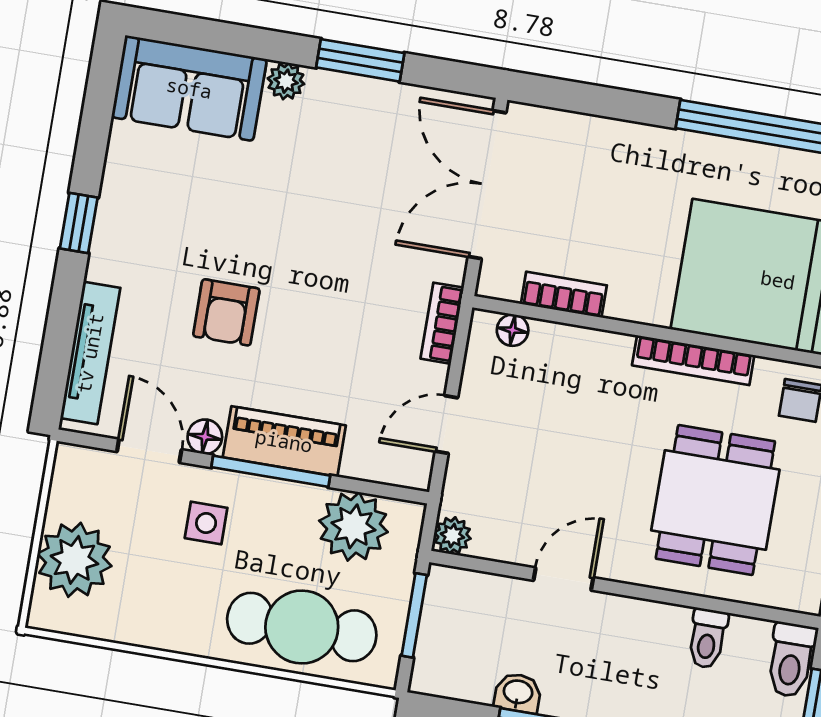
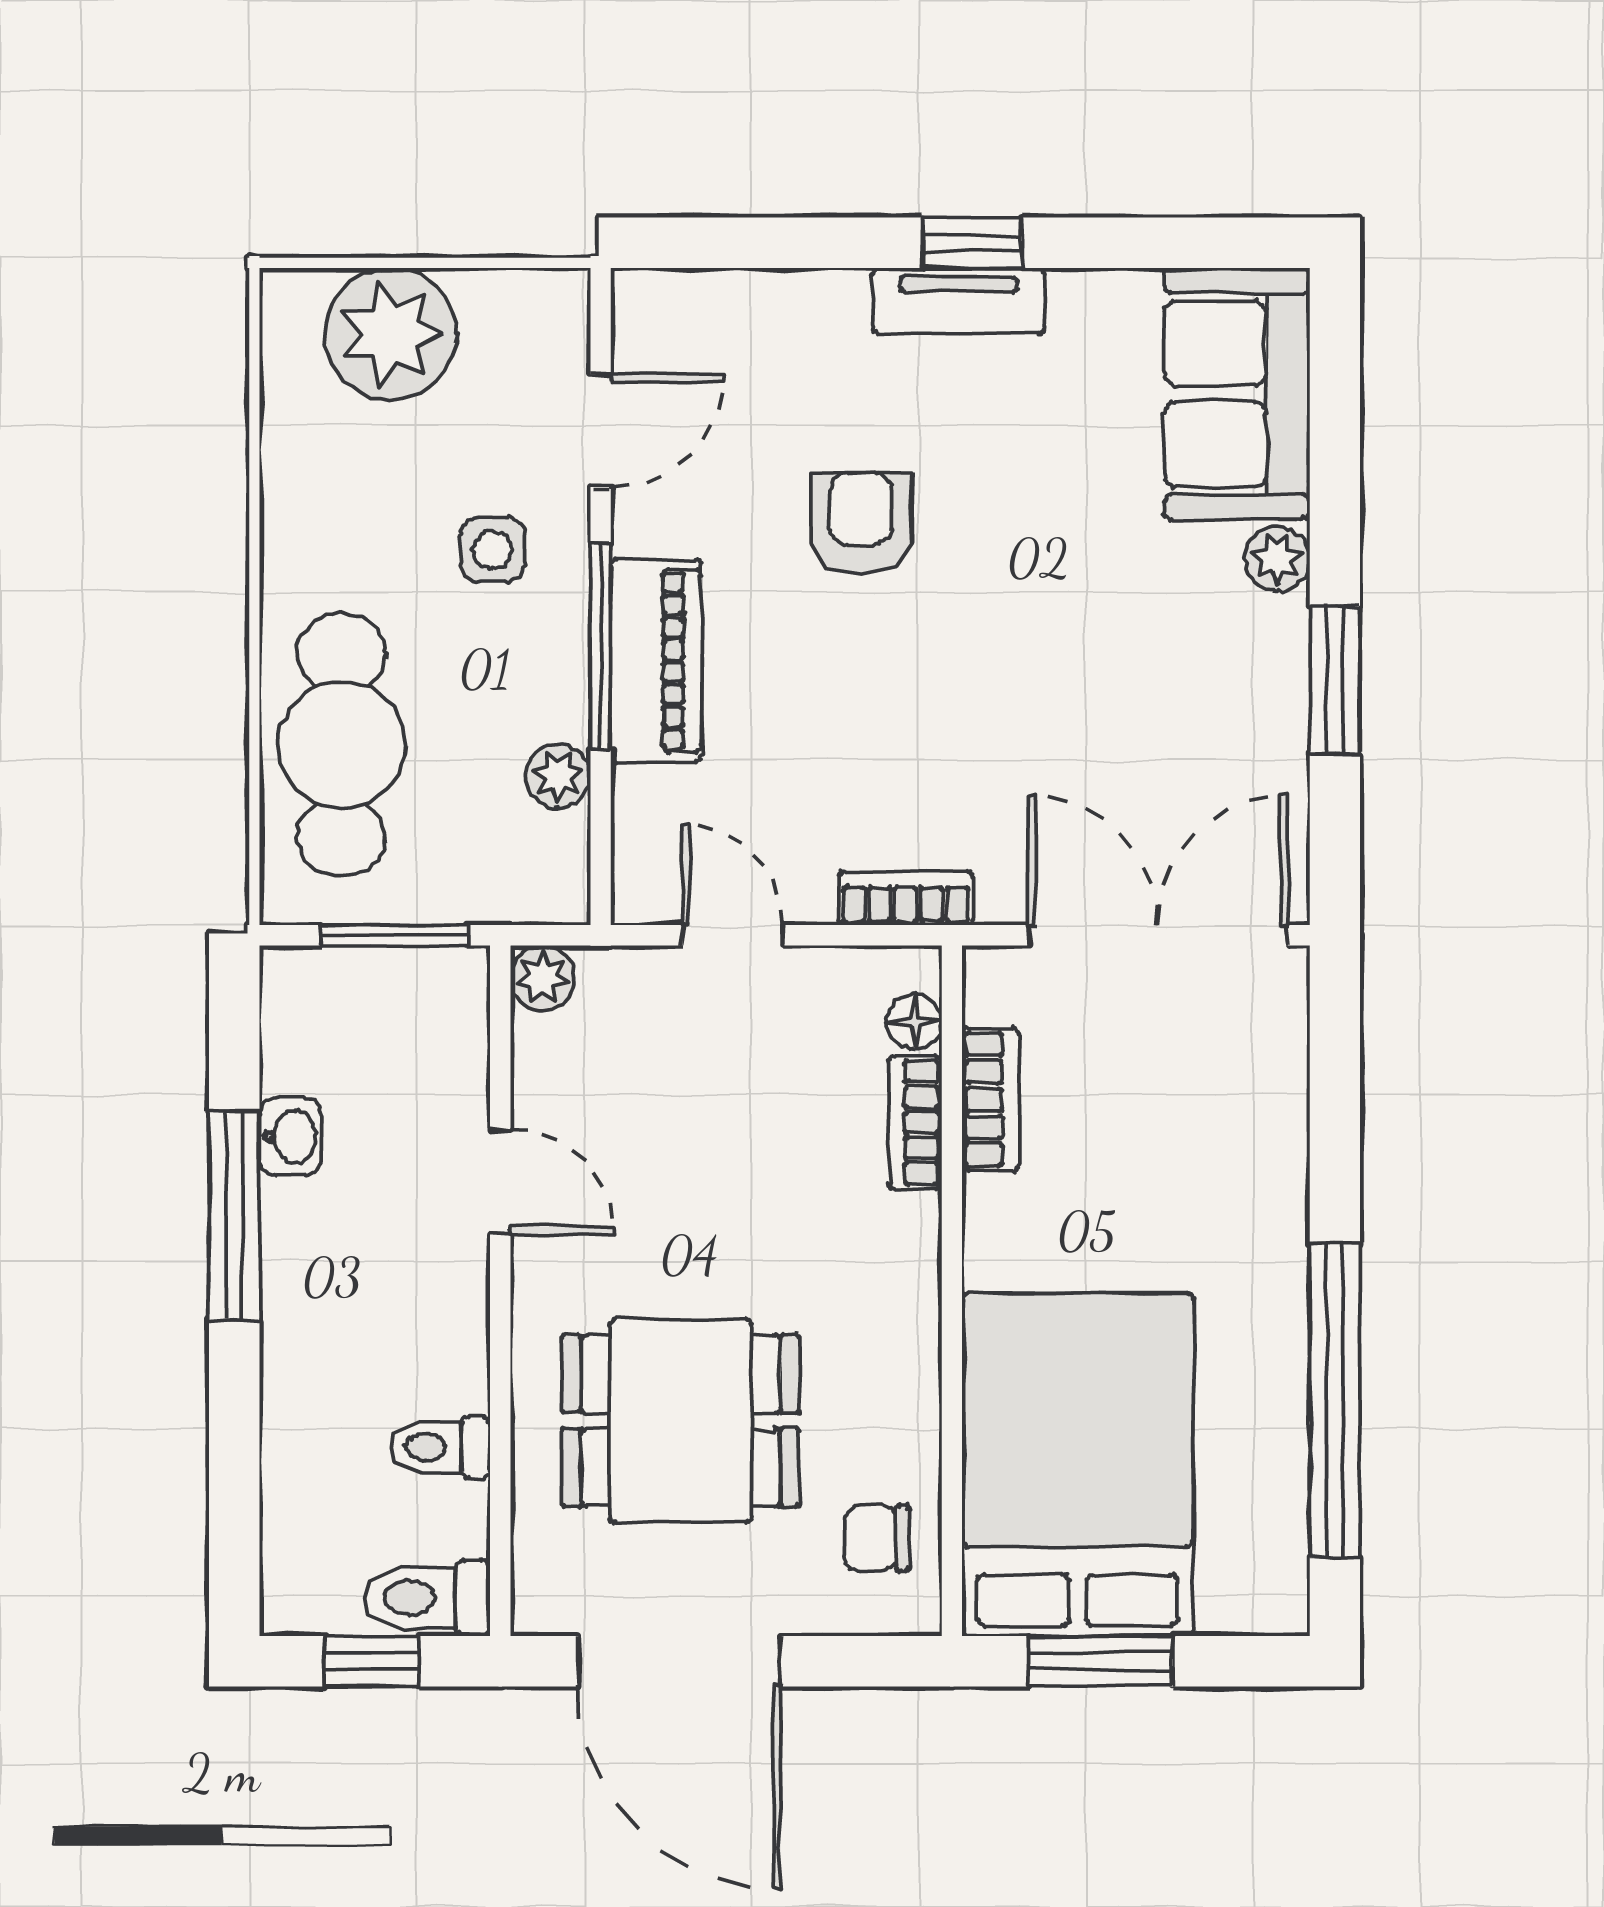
armchair: (226, 312) -> (861, 523), turned 90
tv unit: (90, 353) -> (958, 301), moved, width x0.71
bookcase: (693, 360) -> (915, 1122), moved, width x0.64
floor lamp: (205, 437) -> (641, 522), removed
plant: (353, 526) -> (558, 776), width x0.53, depth x0.53

